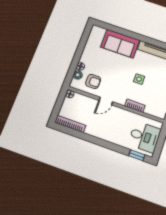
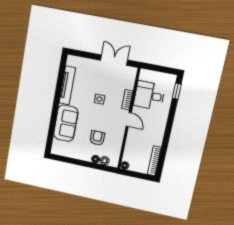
armchair: (93, 81) -> (97, 138), moved
door: (106, 101) -> (129, 119), moved
desk: (144, 137) -> (149, 96), moved, turned -90

